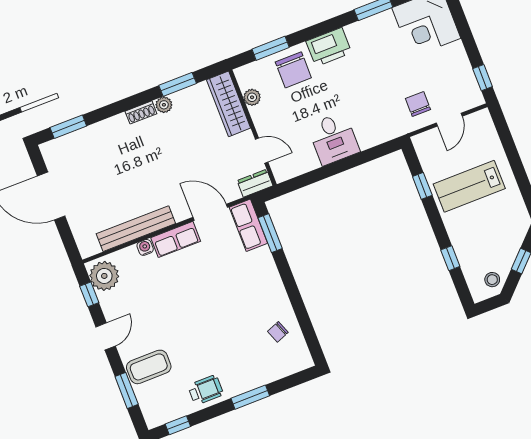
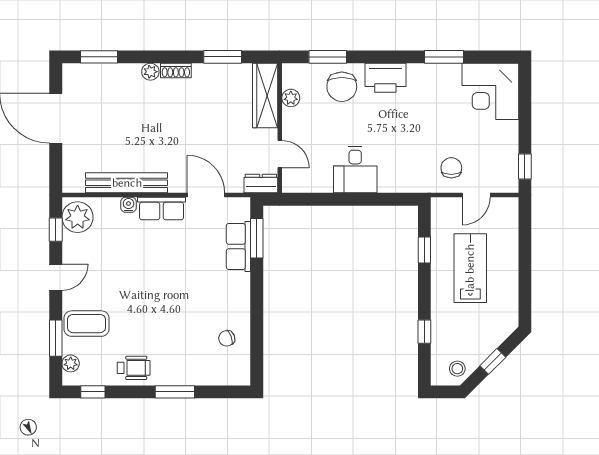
plant: (164, 105) -> (150, 72), moved
lab bench: (469, 186) -> (470, 268), turned 90
row of seats: (248, 225) -> (238, 246), moved
plant: (148, 408) -> (71, 363), added

